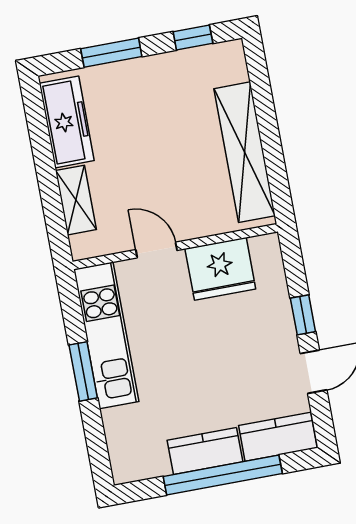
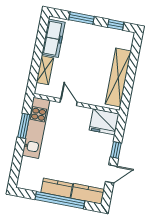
fridge: (220, 269) -> (104, 122), moved
window: (83, 371) -> (24, 126), moved

